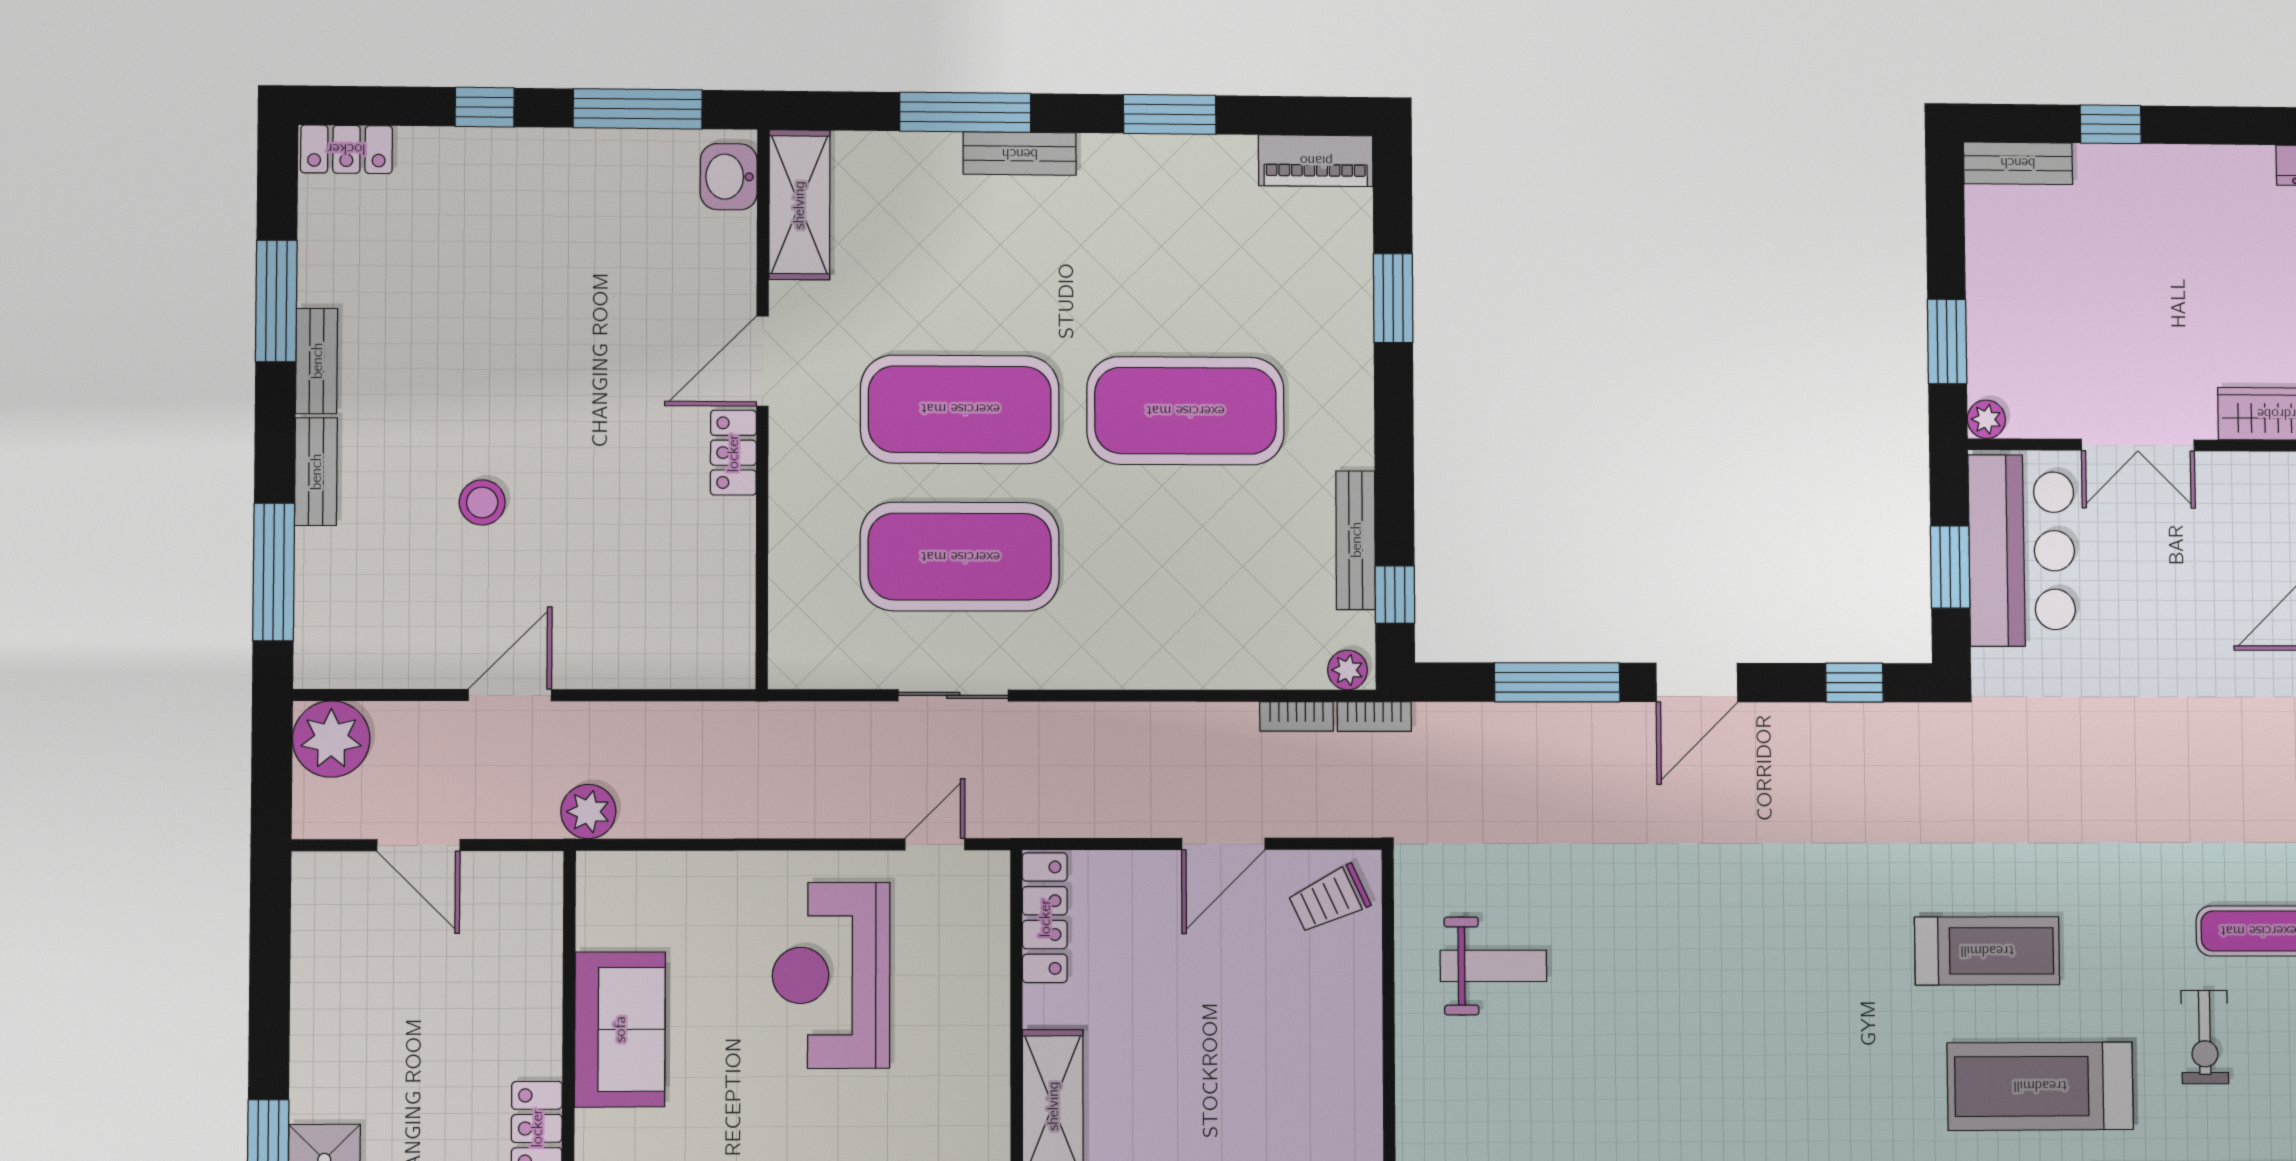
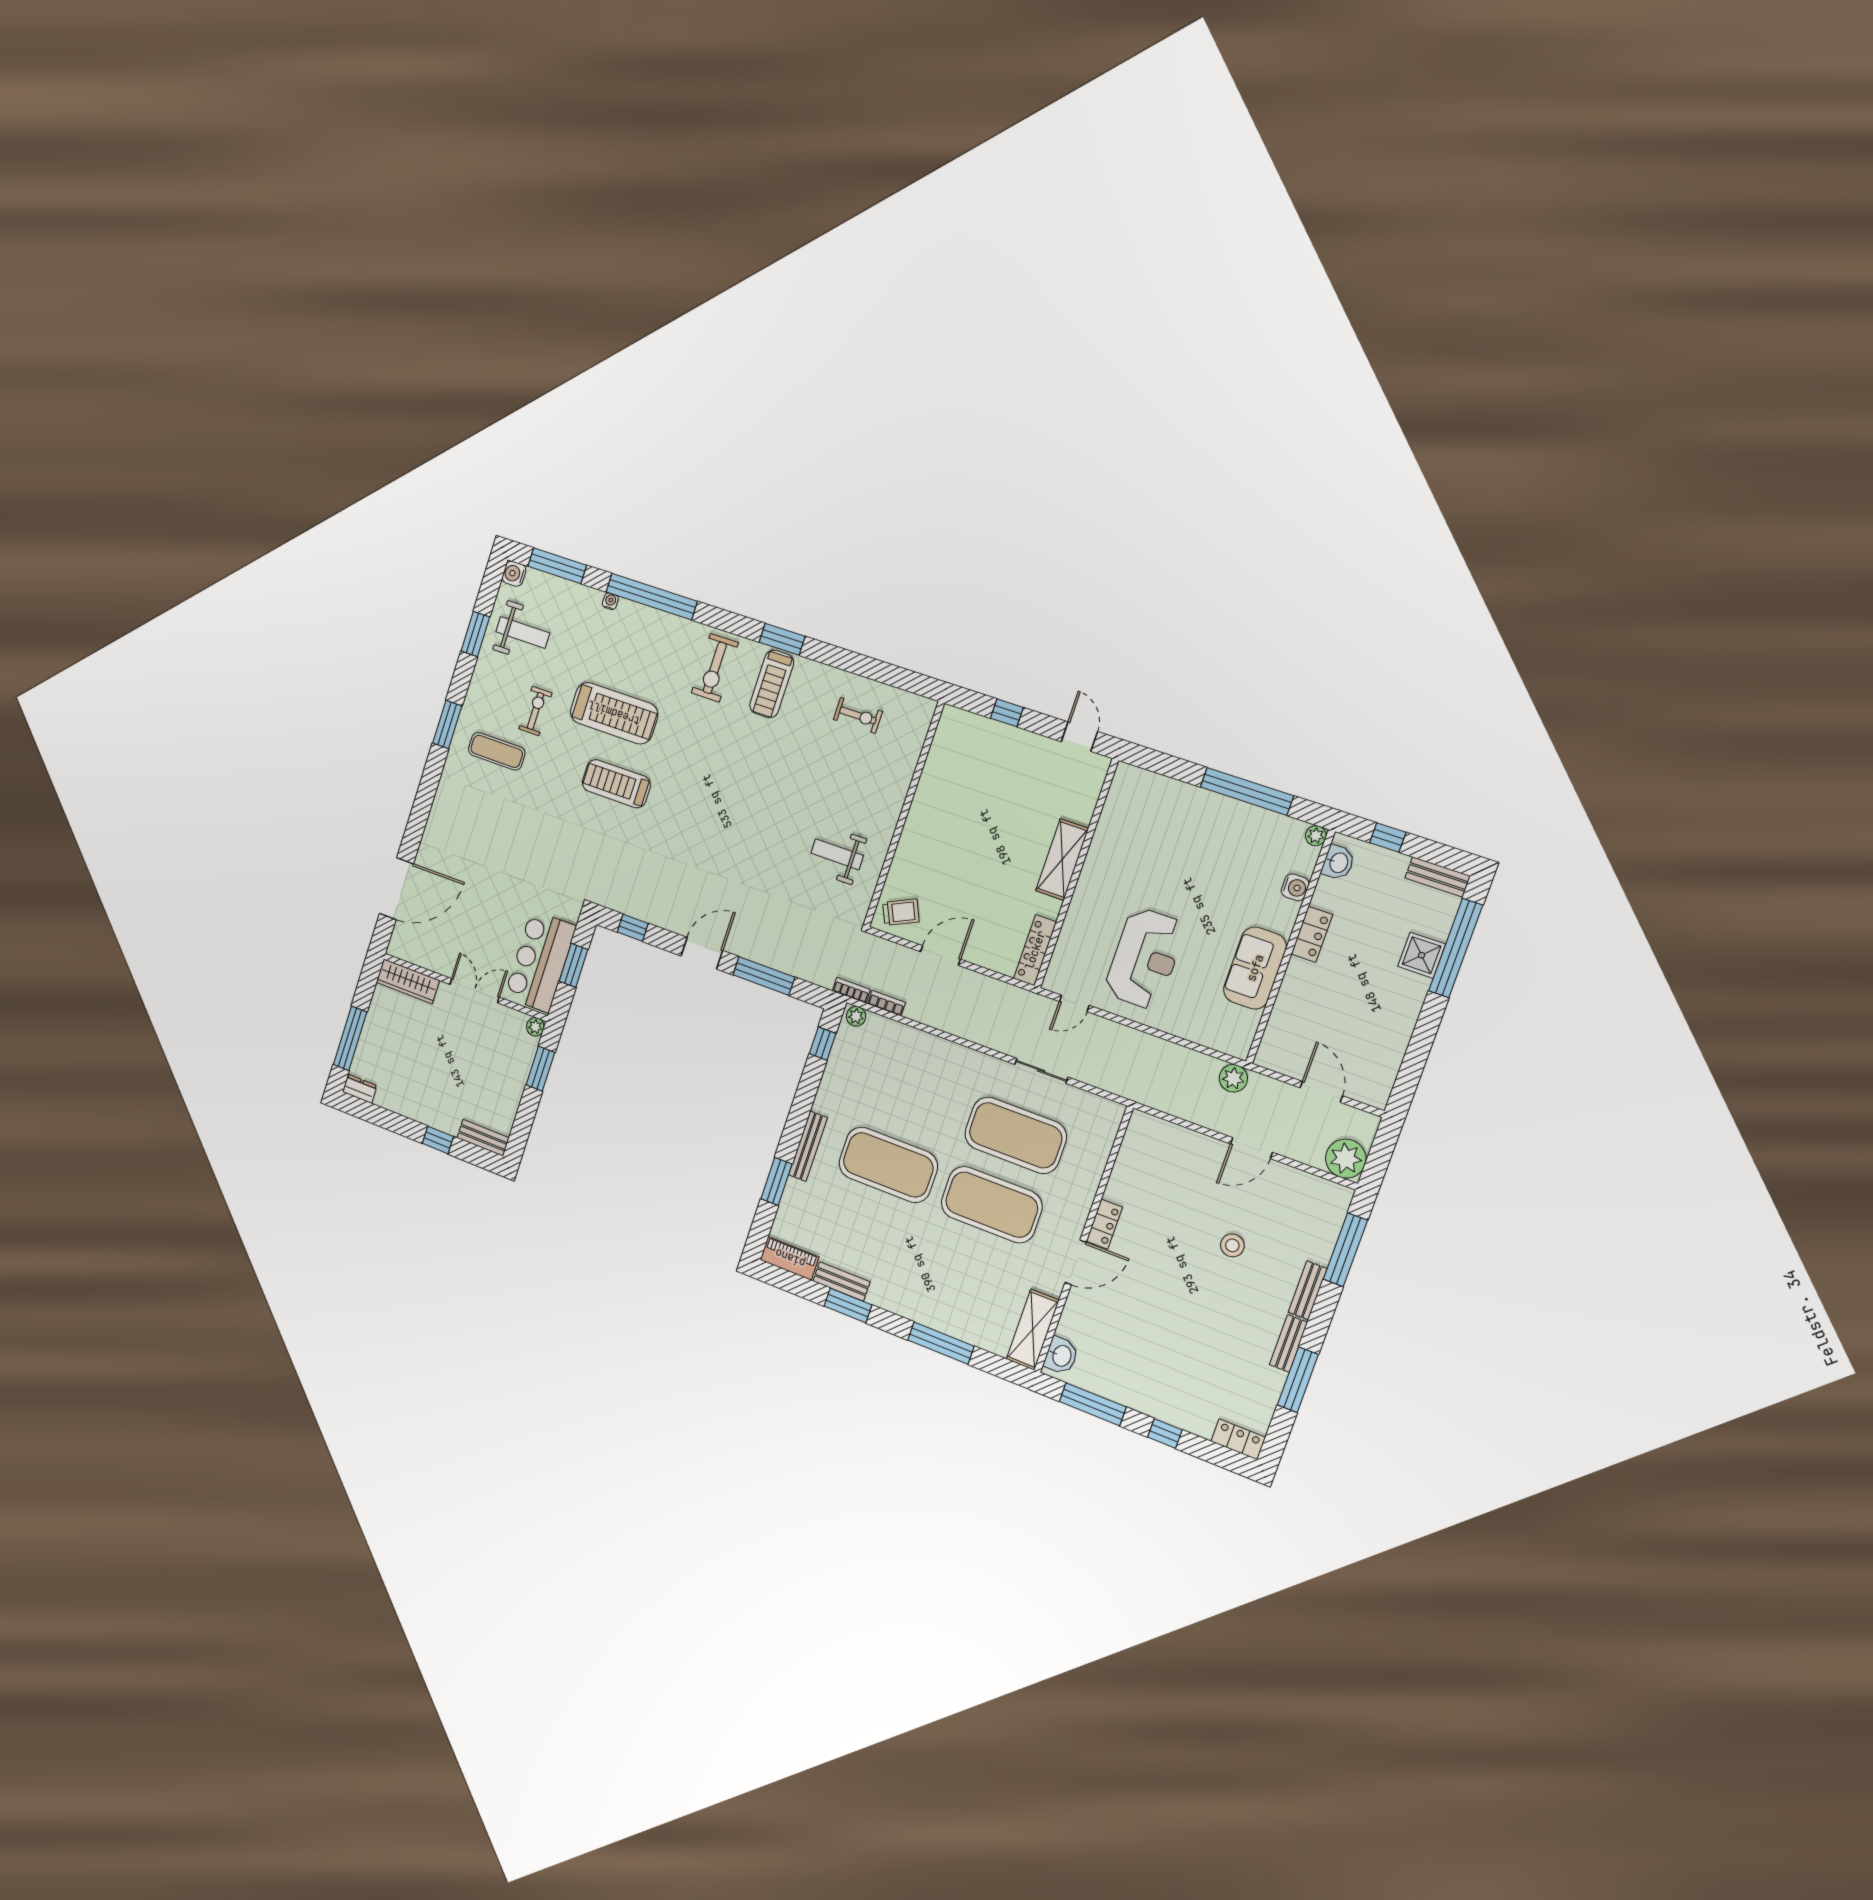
bench: (1020, 154) -> (841, 1281), moved
bench: (1356, 540) -> (808, 1146), moved

